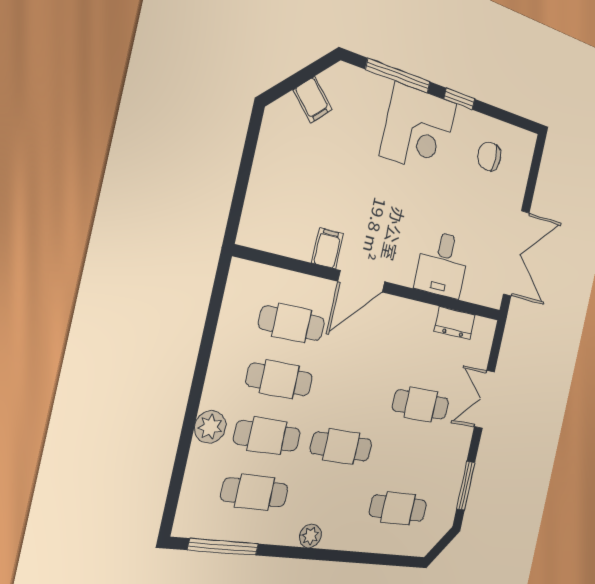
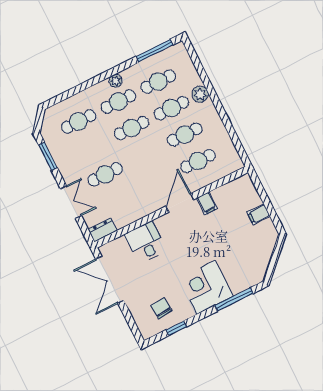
window: (459, 99) -> (176, 328), moved
filing cabinet: (313, 100) -> (259, 214), moved, turned -45
chair: (489, 156) -> (161, 308), turned -95
dresser: (455, 323) -> (103, 230), moved
cafe table: (329, 501) -> (118, 102), added

